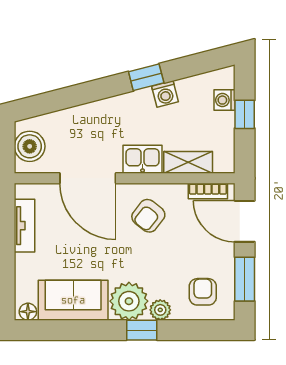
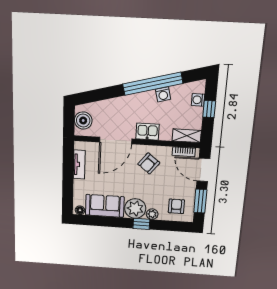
window: (146, 77) -> (153, 84), width x3.17
shelving: (188, 162) -> (187, 136), moved
door: (88, 178) -> (116, 141), hinge flipped

